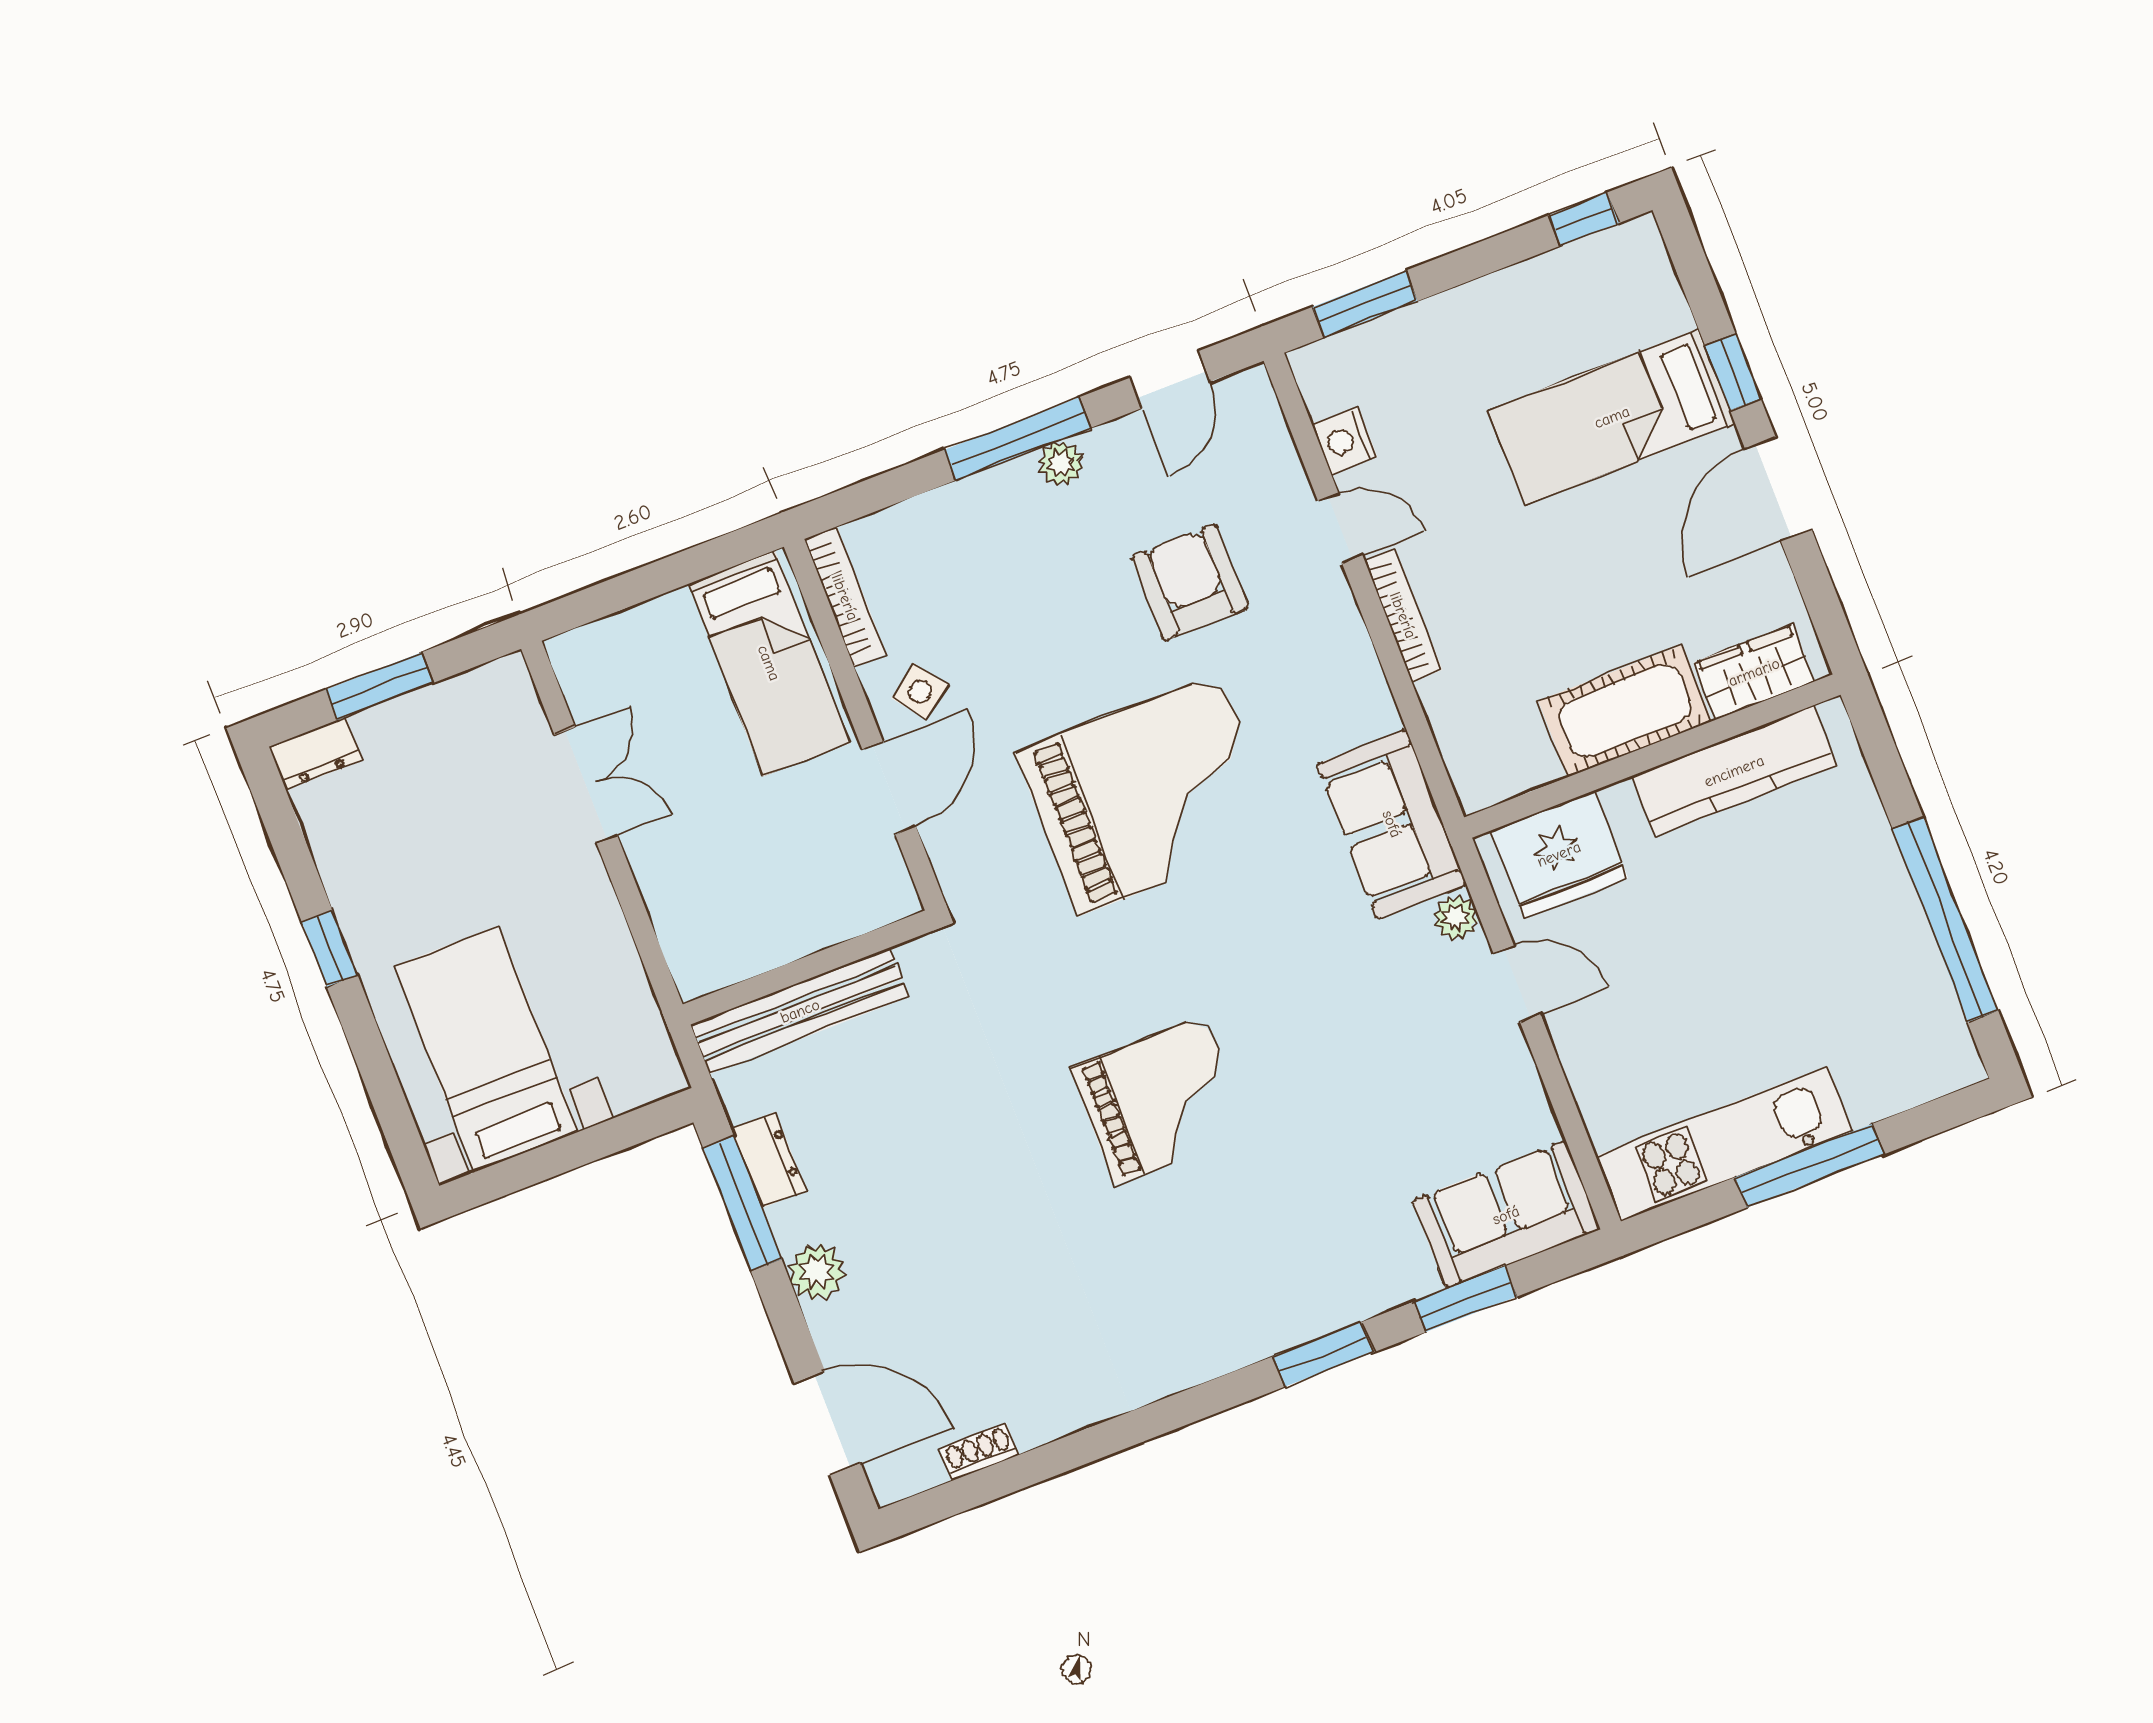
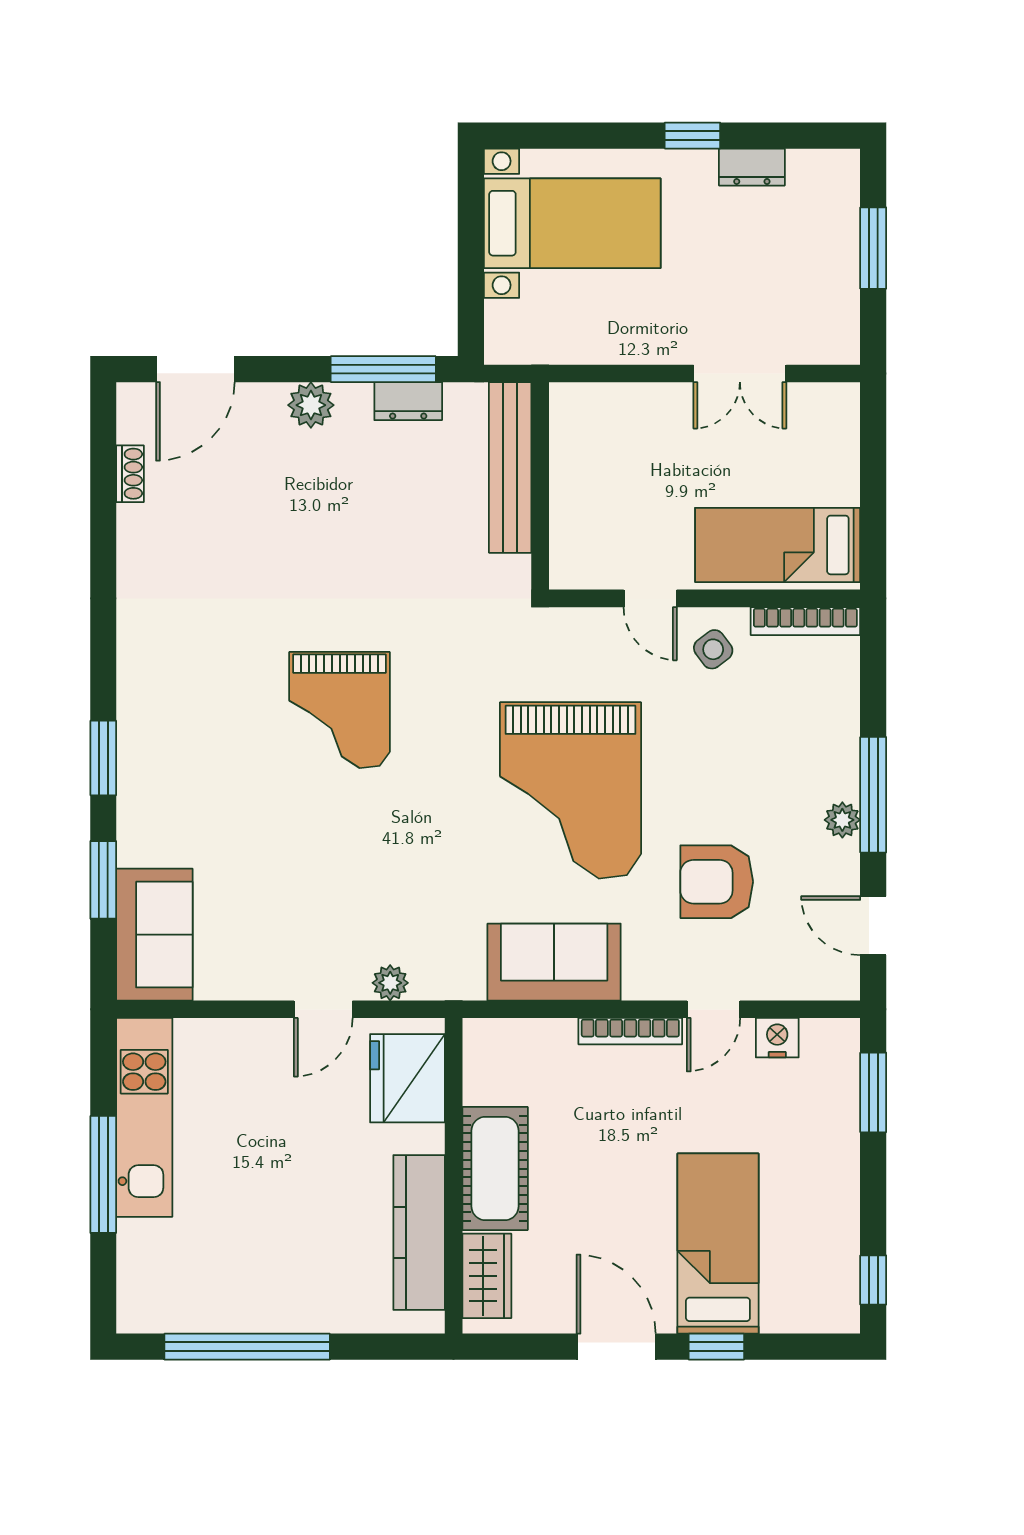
armchair: (1190, 582) -> (717, 882), turned 180
dresser: (316, 753) -> (752, 167), moved, turned -90
door: (889, 788) -> (650, 598), width x0.73
sofa: (1392, 824) -> (554, 962), moved

